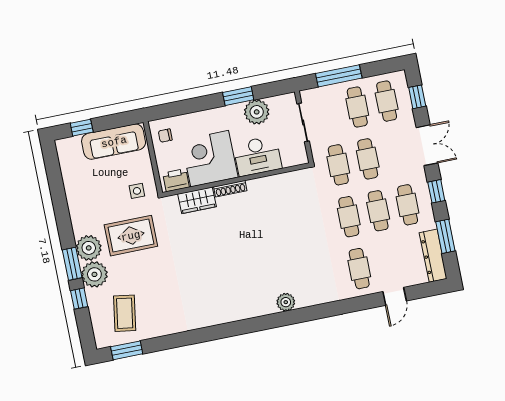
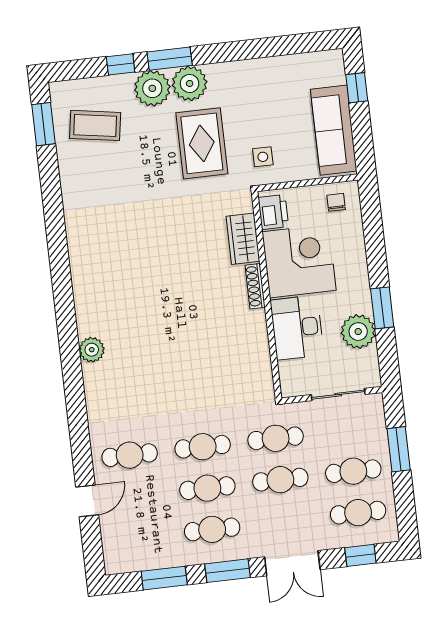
window: (339, 76) -> (399, 449), width x0.69
window: (436, 191) -> (228, 571), width x1.50
dresser: (433, 256) -> (139, 559), removed
door: (395, 296) -> (87, 501), swing flipped

